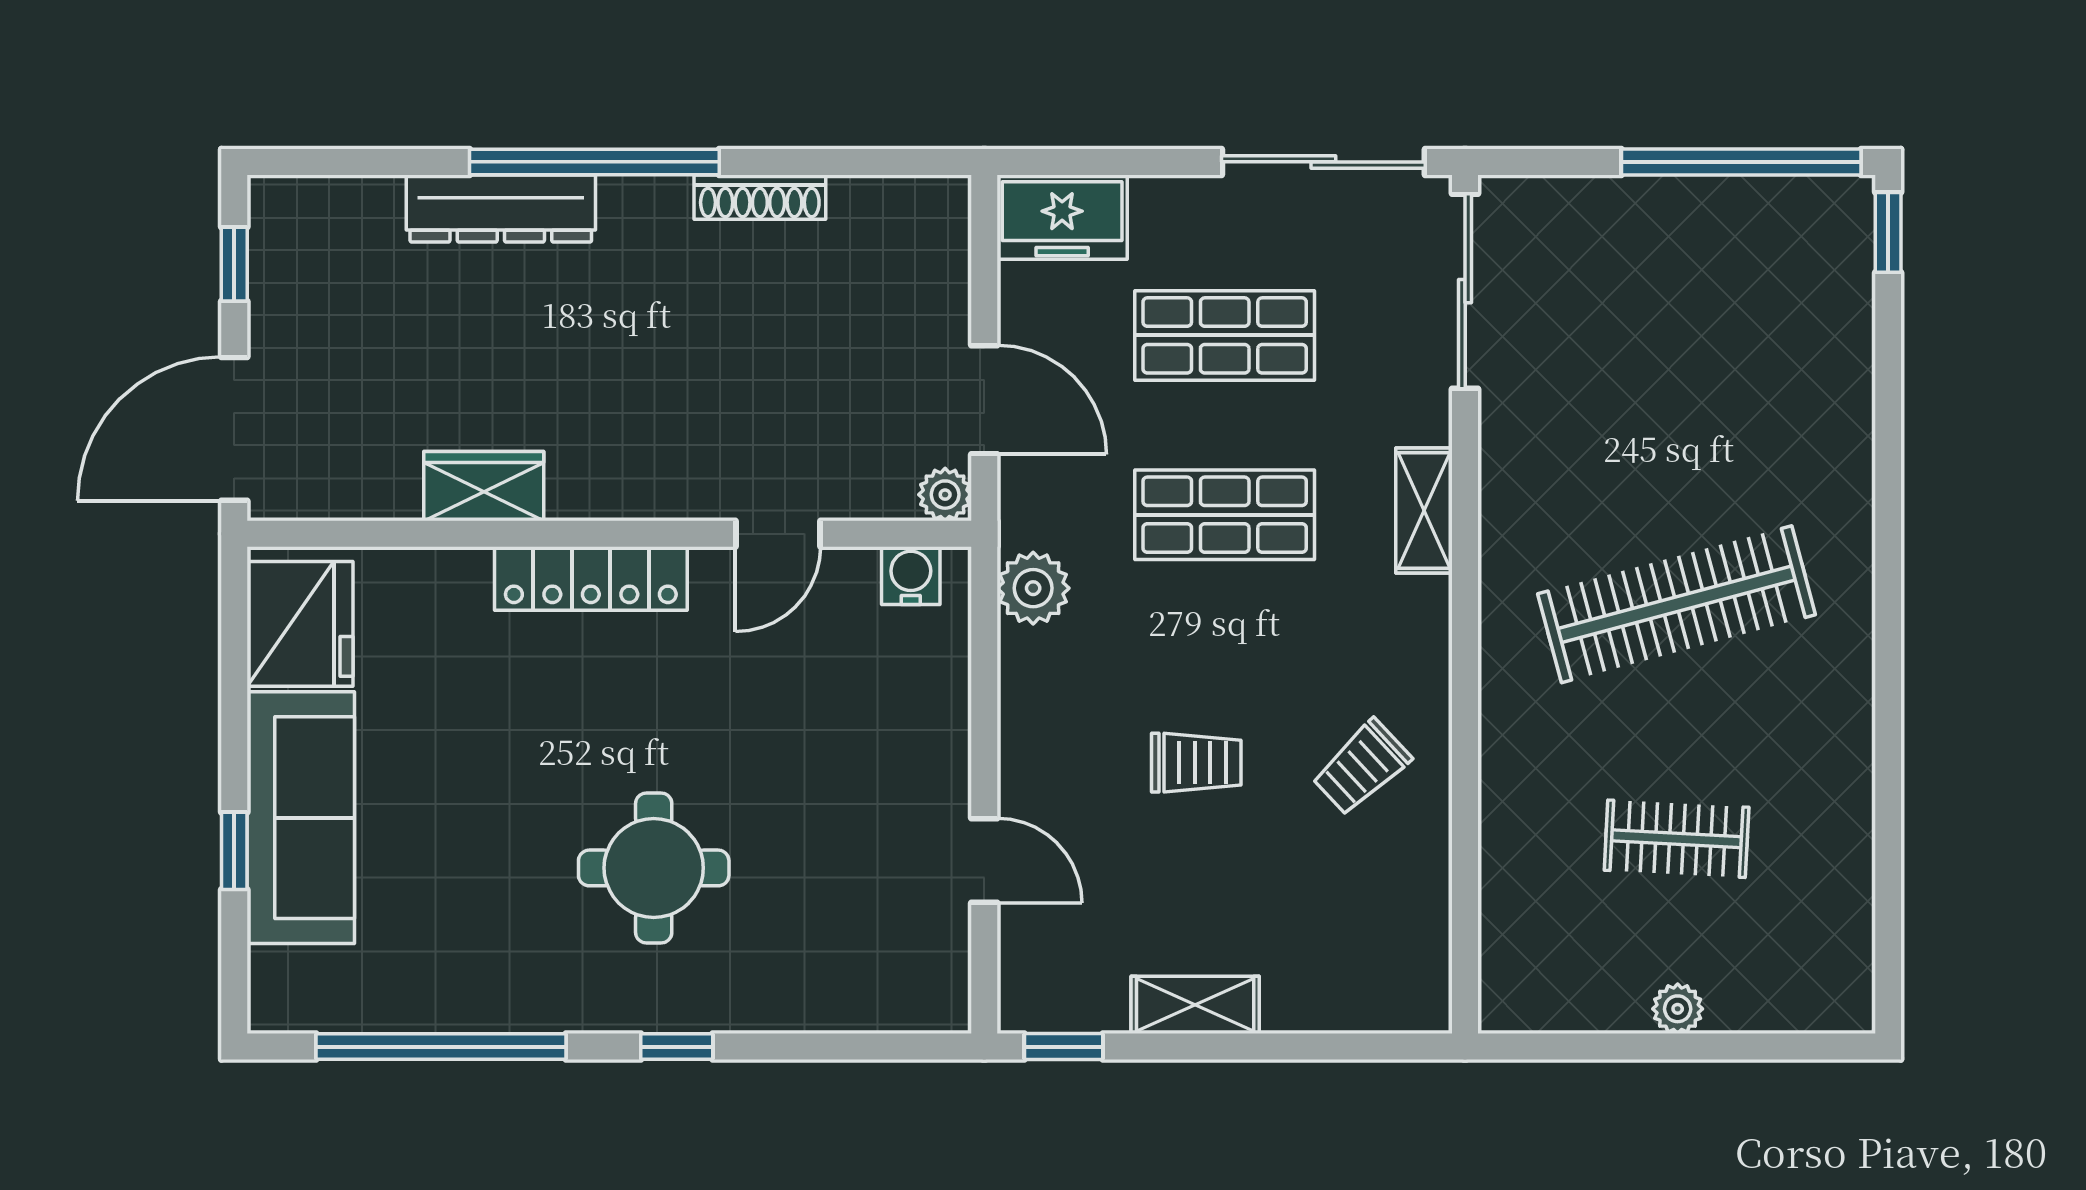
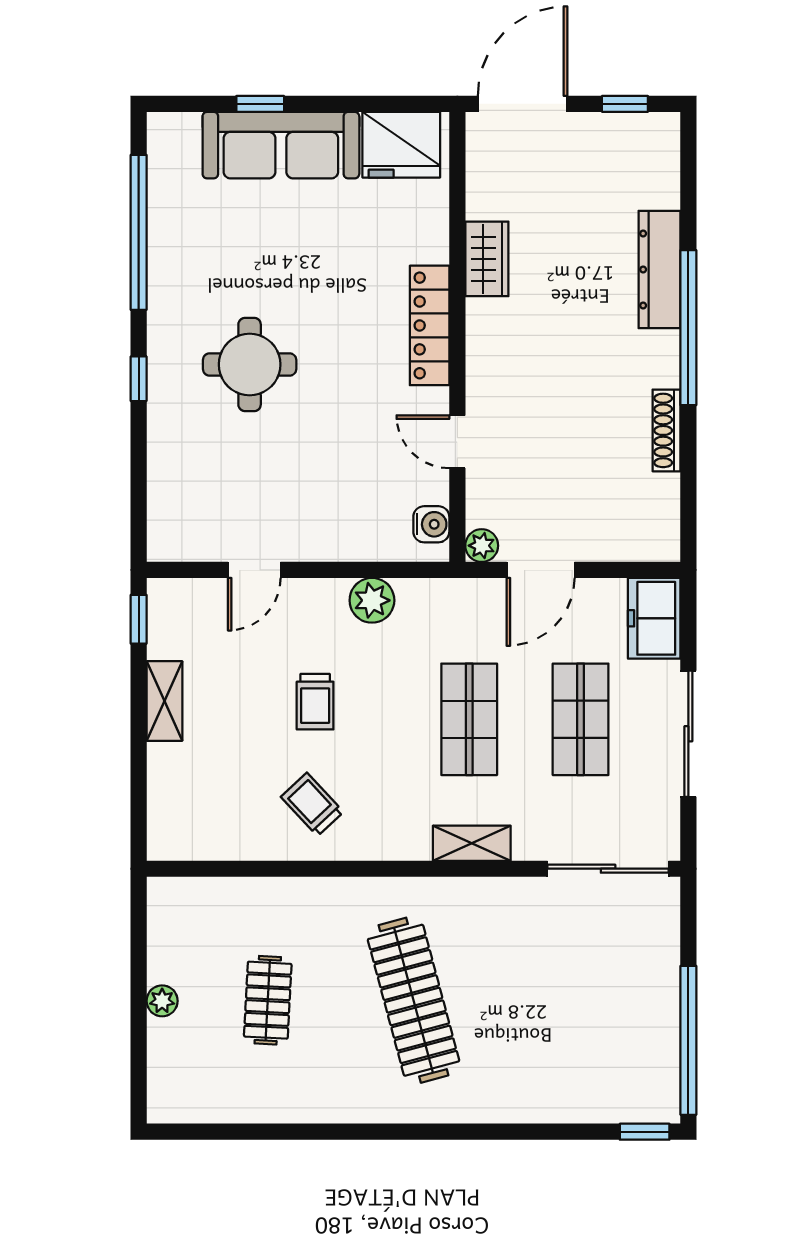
sliding door: (1323, 162) -> (688, 734), moved
door: (234, 429) -> (523, 104), hinge flipped
plant: (1033, 588) -> (372, 600), moved

